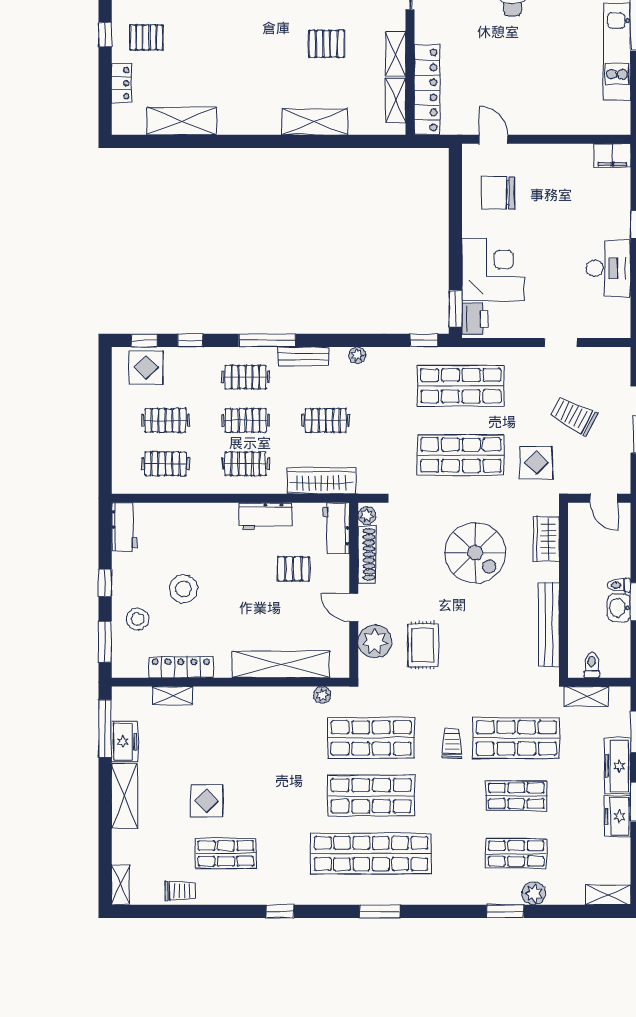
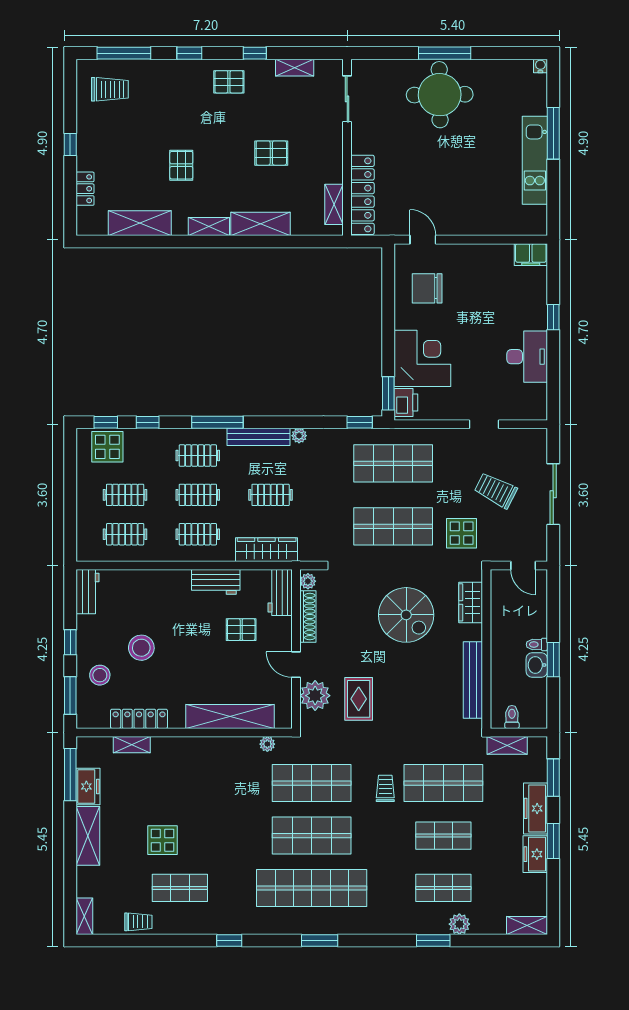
pallet: (146, 37) -> (181, 165), moved, turned 90
shelving: (396, 54) -> (209, 226), moved, turned 90
bench: (303, 357) -> (259, 437), width x1.36

